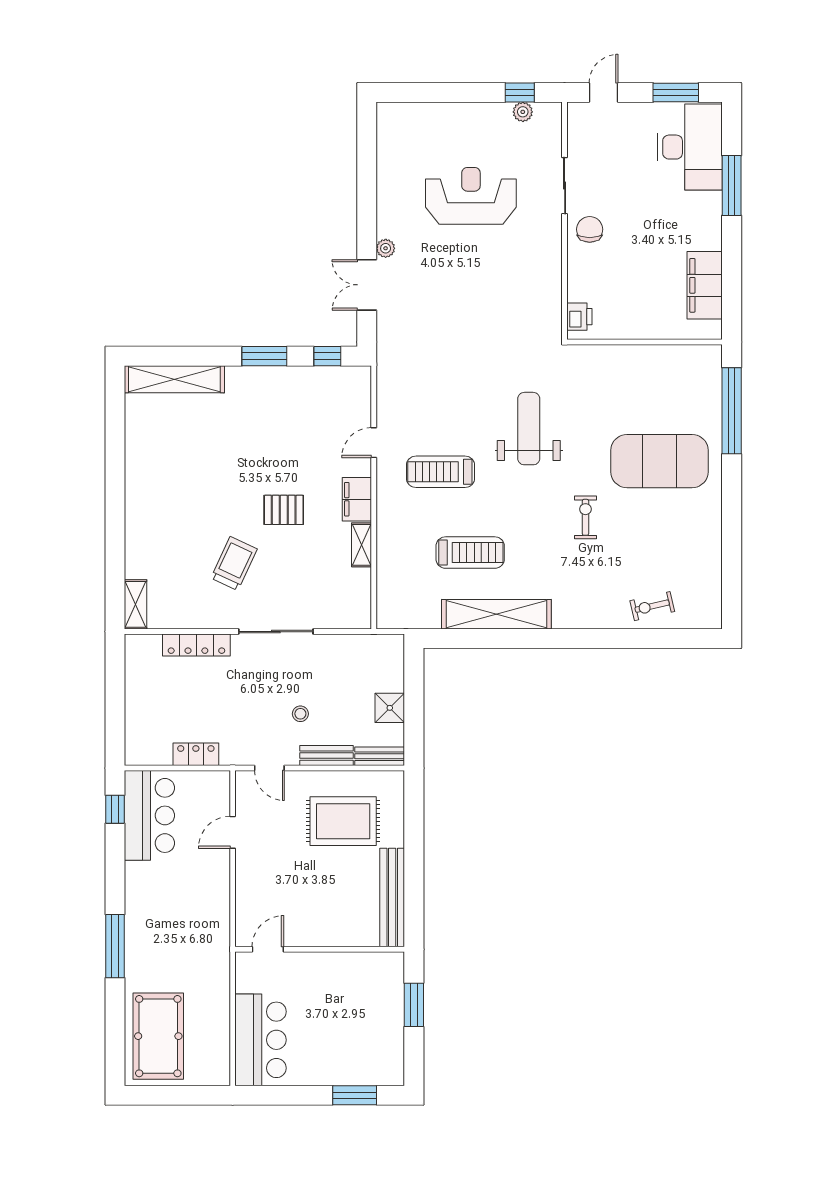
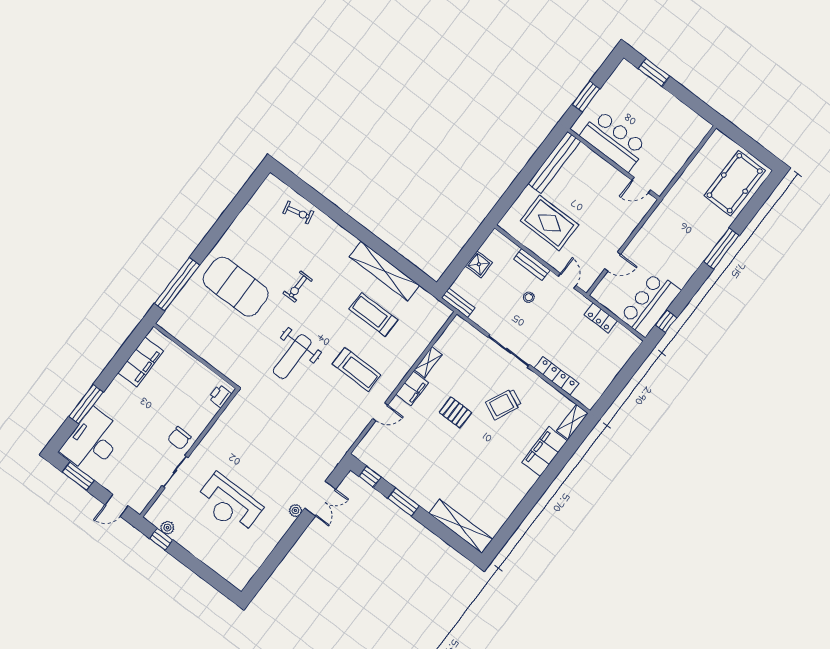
filing cabinet: (142, 544) -> (545, 452), added
bench: (380, 756) -> (458, 303), moved
bar counter: (261, 1040) -> (614, 141), moved, turned 90

